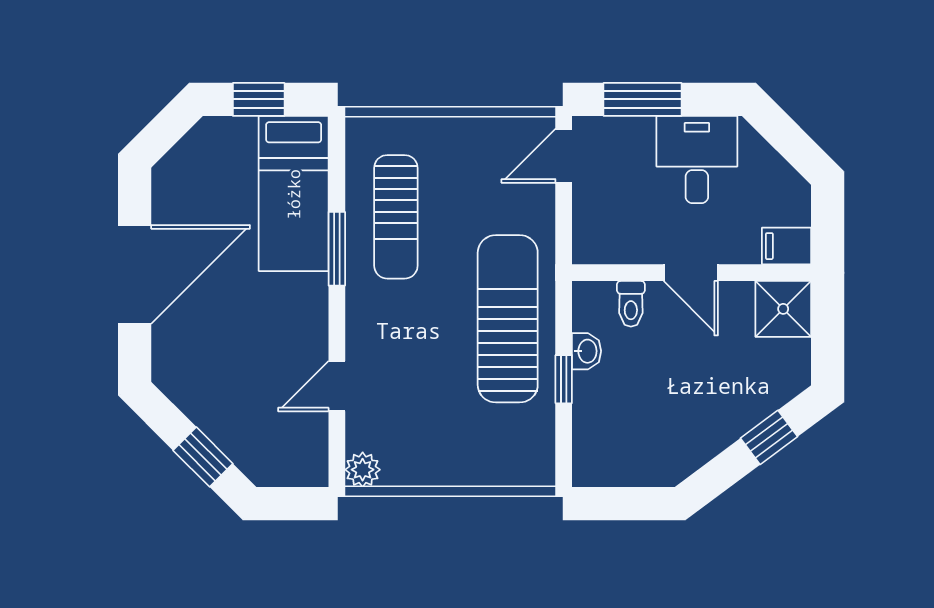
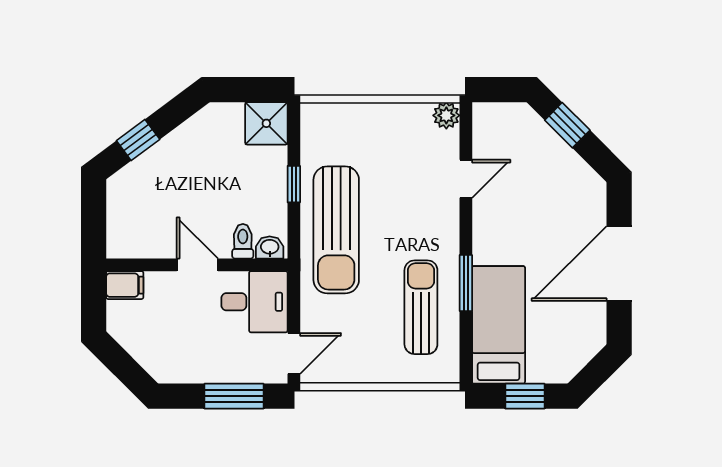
desk: (697, 160) -> (254, 302), moved, turned -90
shower: (783, 309) -> (266, 123), moved
washbasin: (587, 351) -> (270, 247), moved, turned 90

